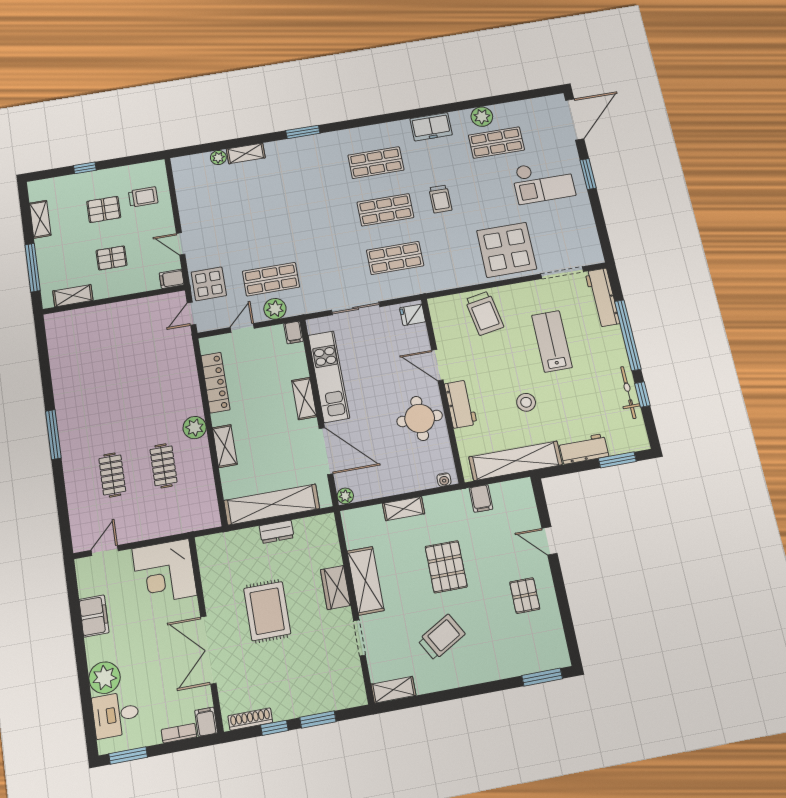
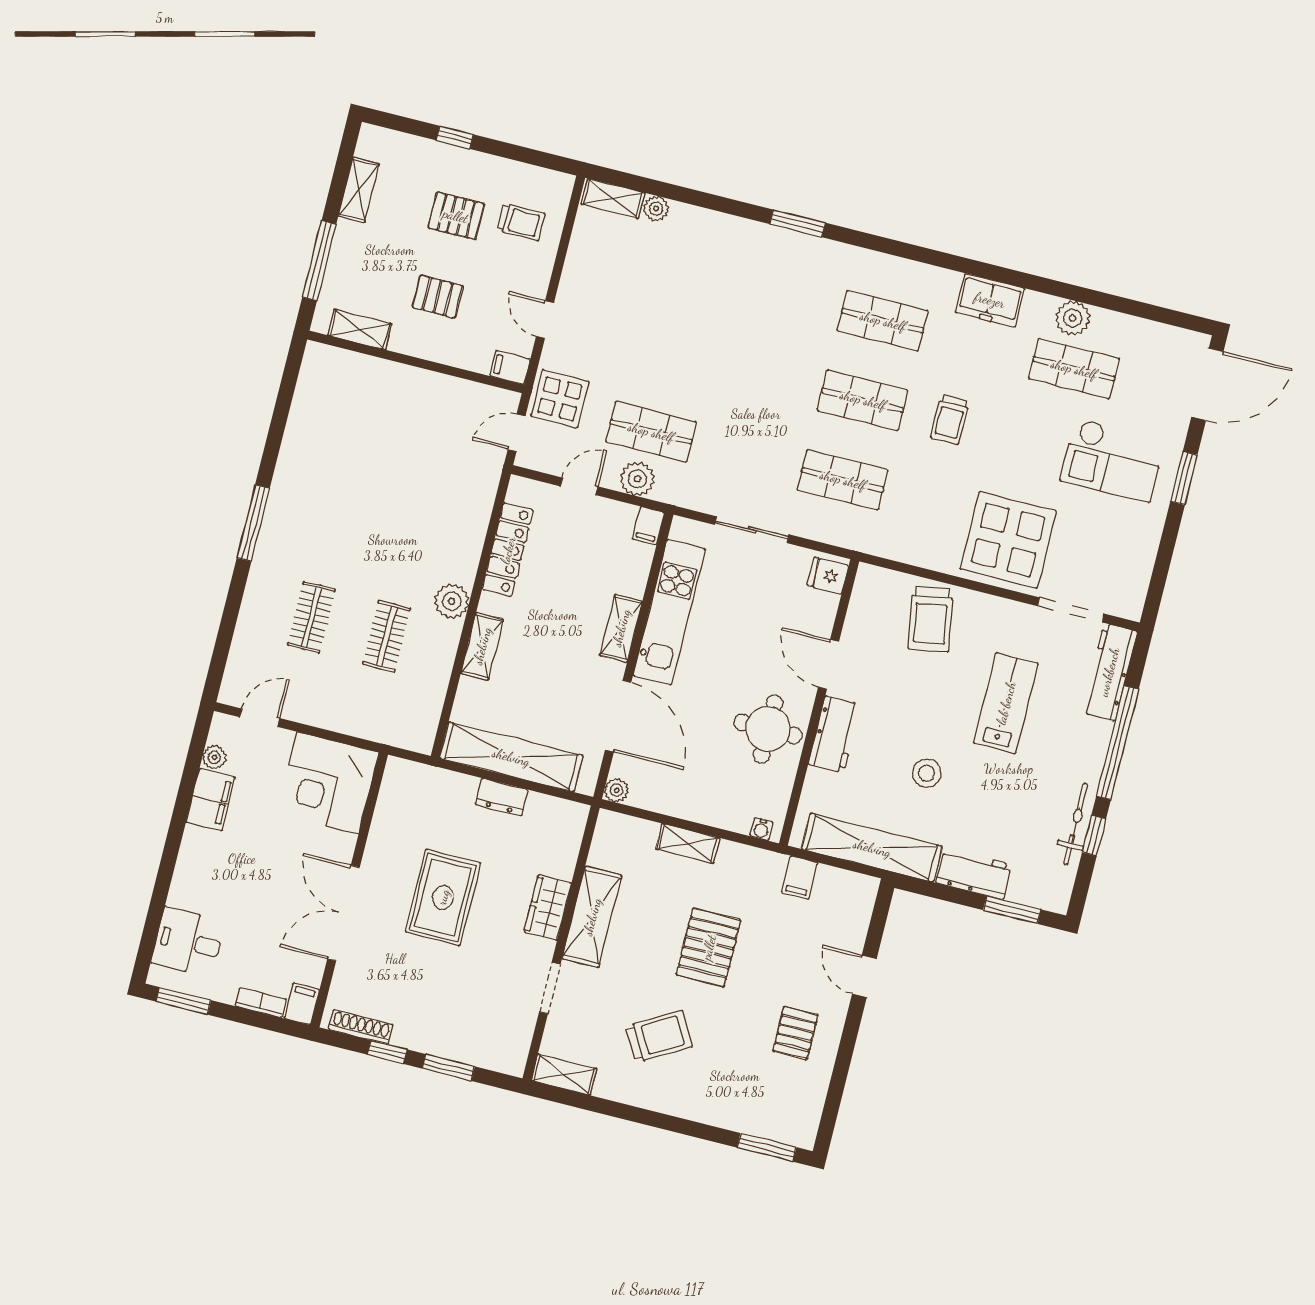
shelving: (246, 153) -> (613, 198), moved
plant: (105, 678) -> (214, 757), moved, width x0.53, depth x0.53

